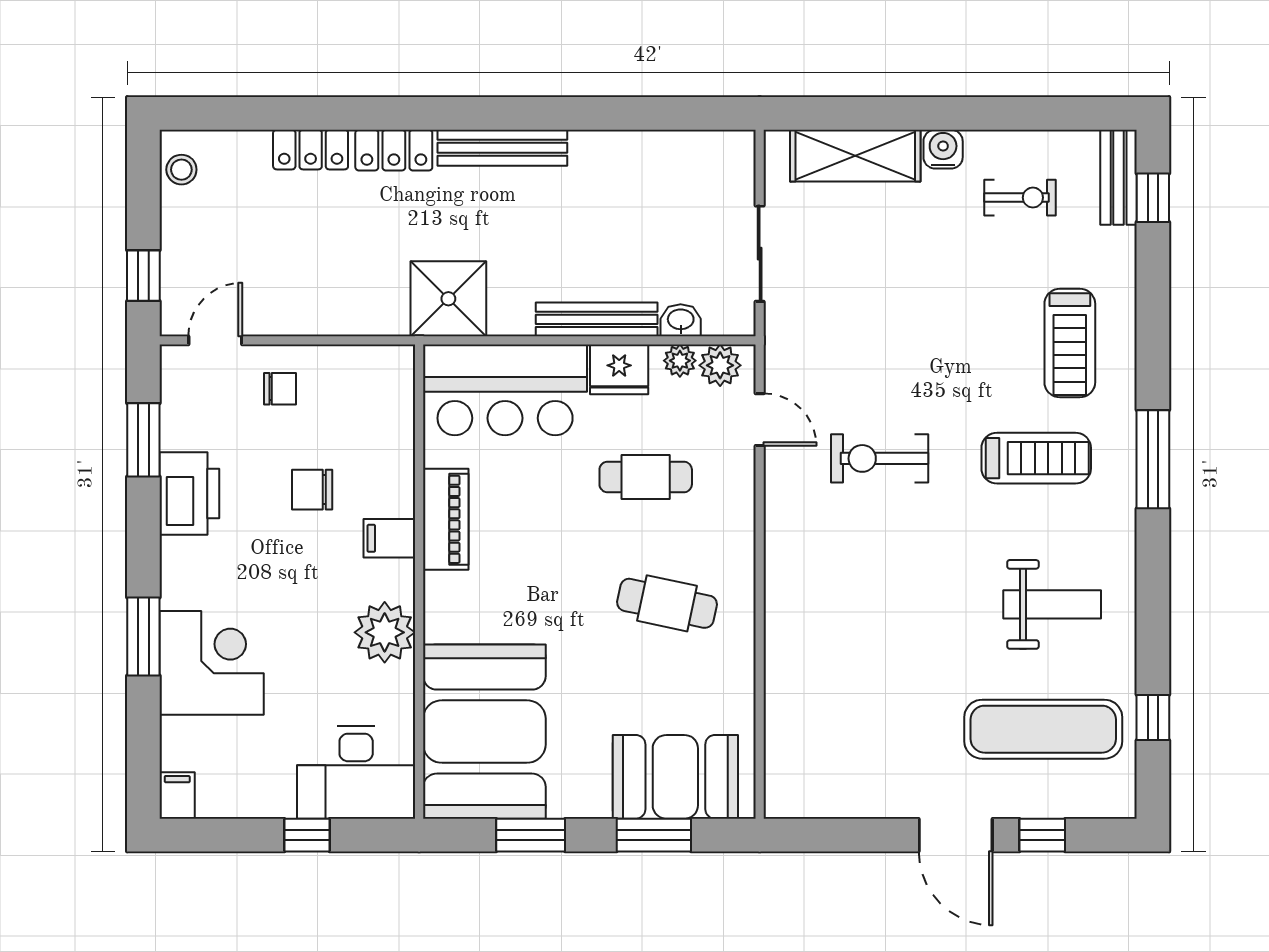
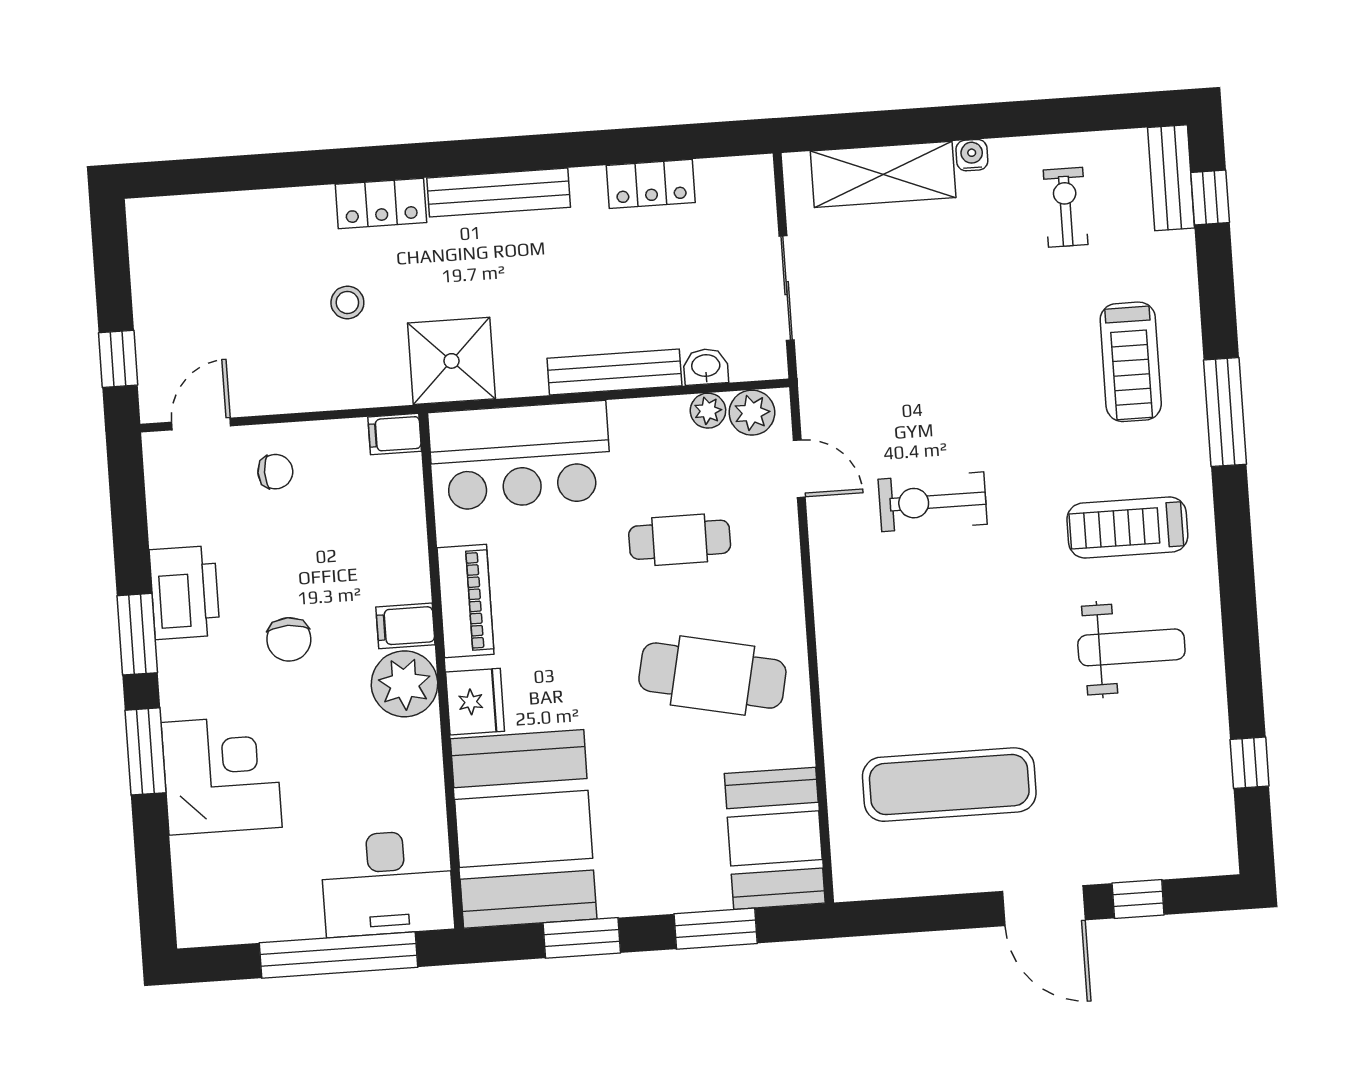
water cooler: (943, 149) -> (972, 155), width x0.72, depth x0.72
locker: (311, 150) -> (651, 184), moved
stool: (181, 170) -> (347, 302), moved
exercise bike: (1020, 198) -> (1066, 207), turned -90
fridge: (619, 369) -> (475, 702), moved, turned -90
window: (143, 440) -> (137, 634), moved
treadmill: (1036, 458) -> (1127, 528), moved, turned 180
window: (1153, 459) -> (1225, 412), moved
chair: (312, 490) -> (289, 639), moved, turned -90
cafe table: (667, 603) -> (712, 676), width x1.37, depth x1.35
plant: (385, 632) -> (404, 684), moved
exercise mat: (1043, 729) -> (949, 785), moved
booth: (675, 777) -> (775, 838), moved, turned 90
filing cabinet: (177, 795) -> (395, 434), moved, turned -90
window: (307, 835) -> (338, 955), width x3.17

